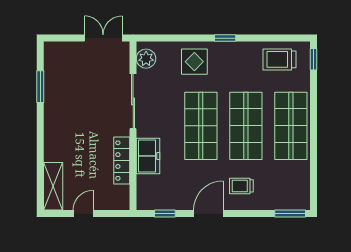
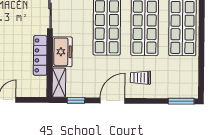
shelving: (144, 193) -> (59, 83), added

